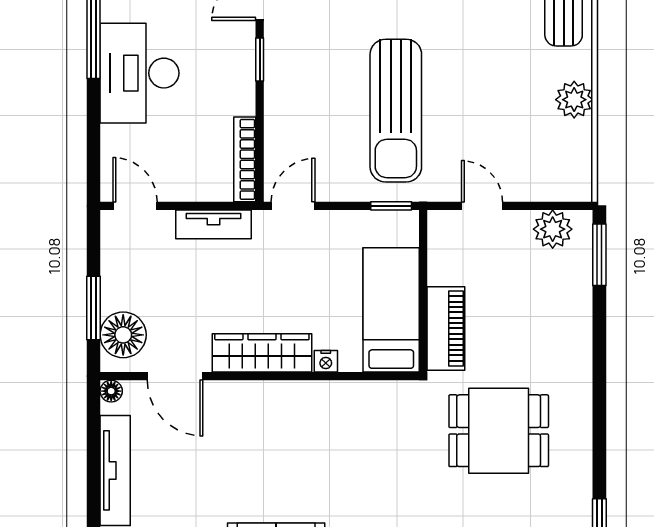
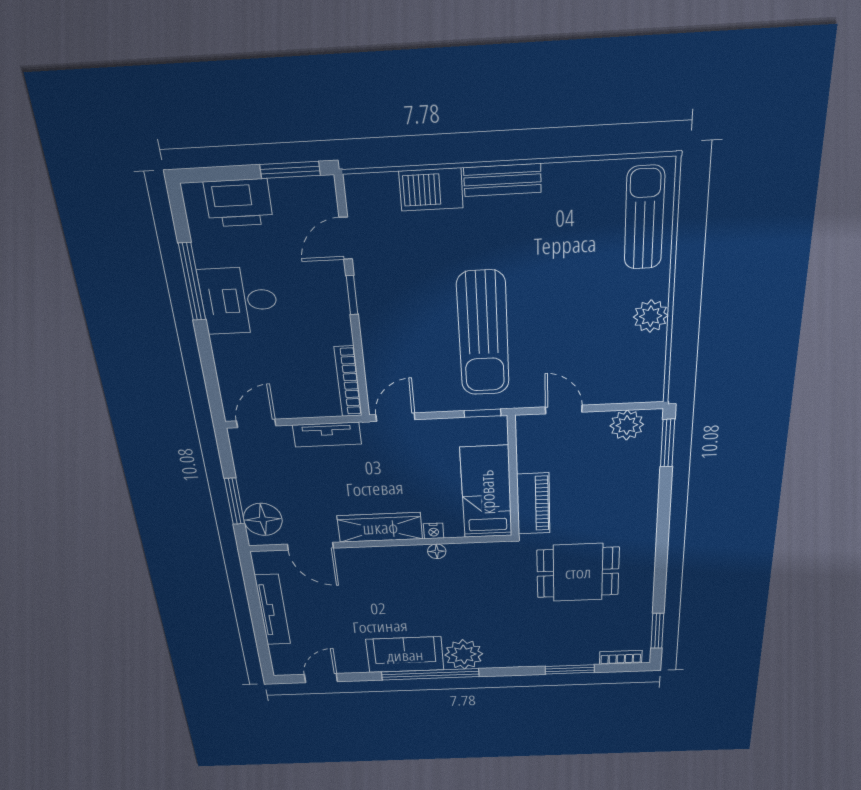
desk: (139, 73) -> (239, 301), width x0.73
door: (135, 206) -> (256, 423), hinge flipped
floor lamp: (111, 391) -> (437, 551), moved

